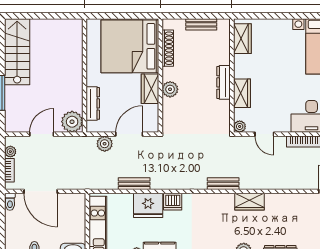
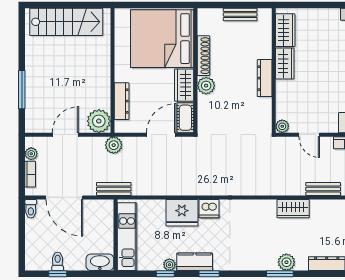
shoe rack: (168, 48) -> (204, 56), moved
stairs: (17, 52) -> (66, 22), moved, turned 90
wardrobe: (242, 93) -> (285, 64), moved
cot: (151, 119) -> (185, 118), added
plant: (105, 144) -> (114, 145), moved
bench: (134, 184) -> (114, 189), moved
bench: (223, 184) -> (323, 189), moved

